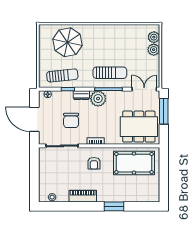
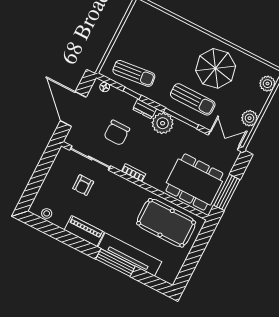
parasol: (67, 42) -> (216, 68), moved
plant: (154, 50) -> (249, 118), moved
window: (164, 111) -> (227, 192), moved
armchair: (94, 163) -> (83, 185), moved
tv unit: (121, 196) -> (130, 254), added
window: (114, 206) -> (115, 263), width x1.44

